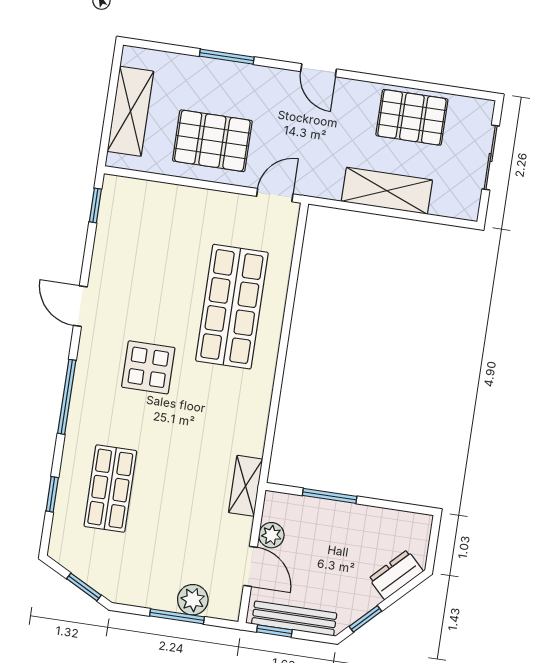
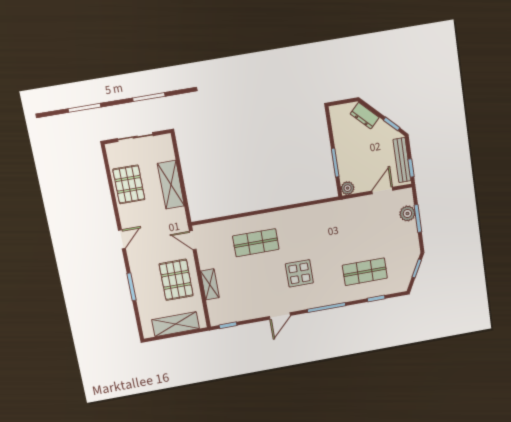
shop shelf: (232, 307) -> (256, 243), width x0.70, depth x0.74
shelving: (246, 486) -> (210, 284), moved, turned 90
plant: (271, 535) -> (348, 188), moved

